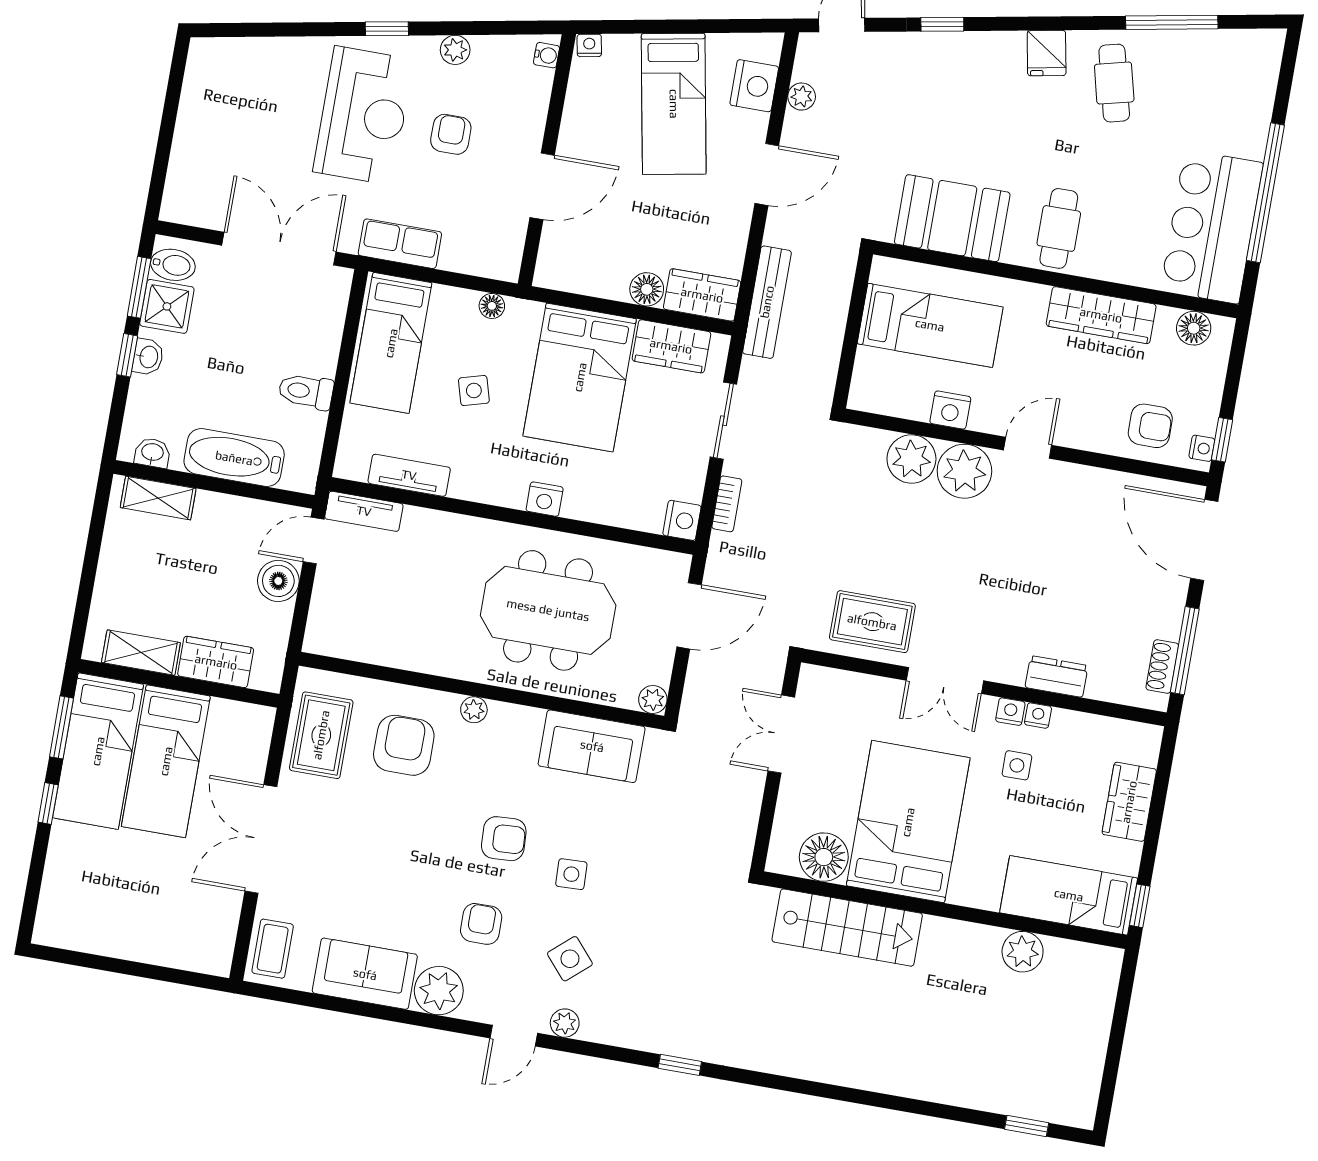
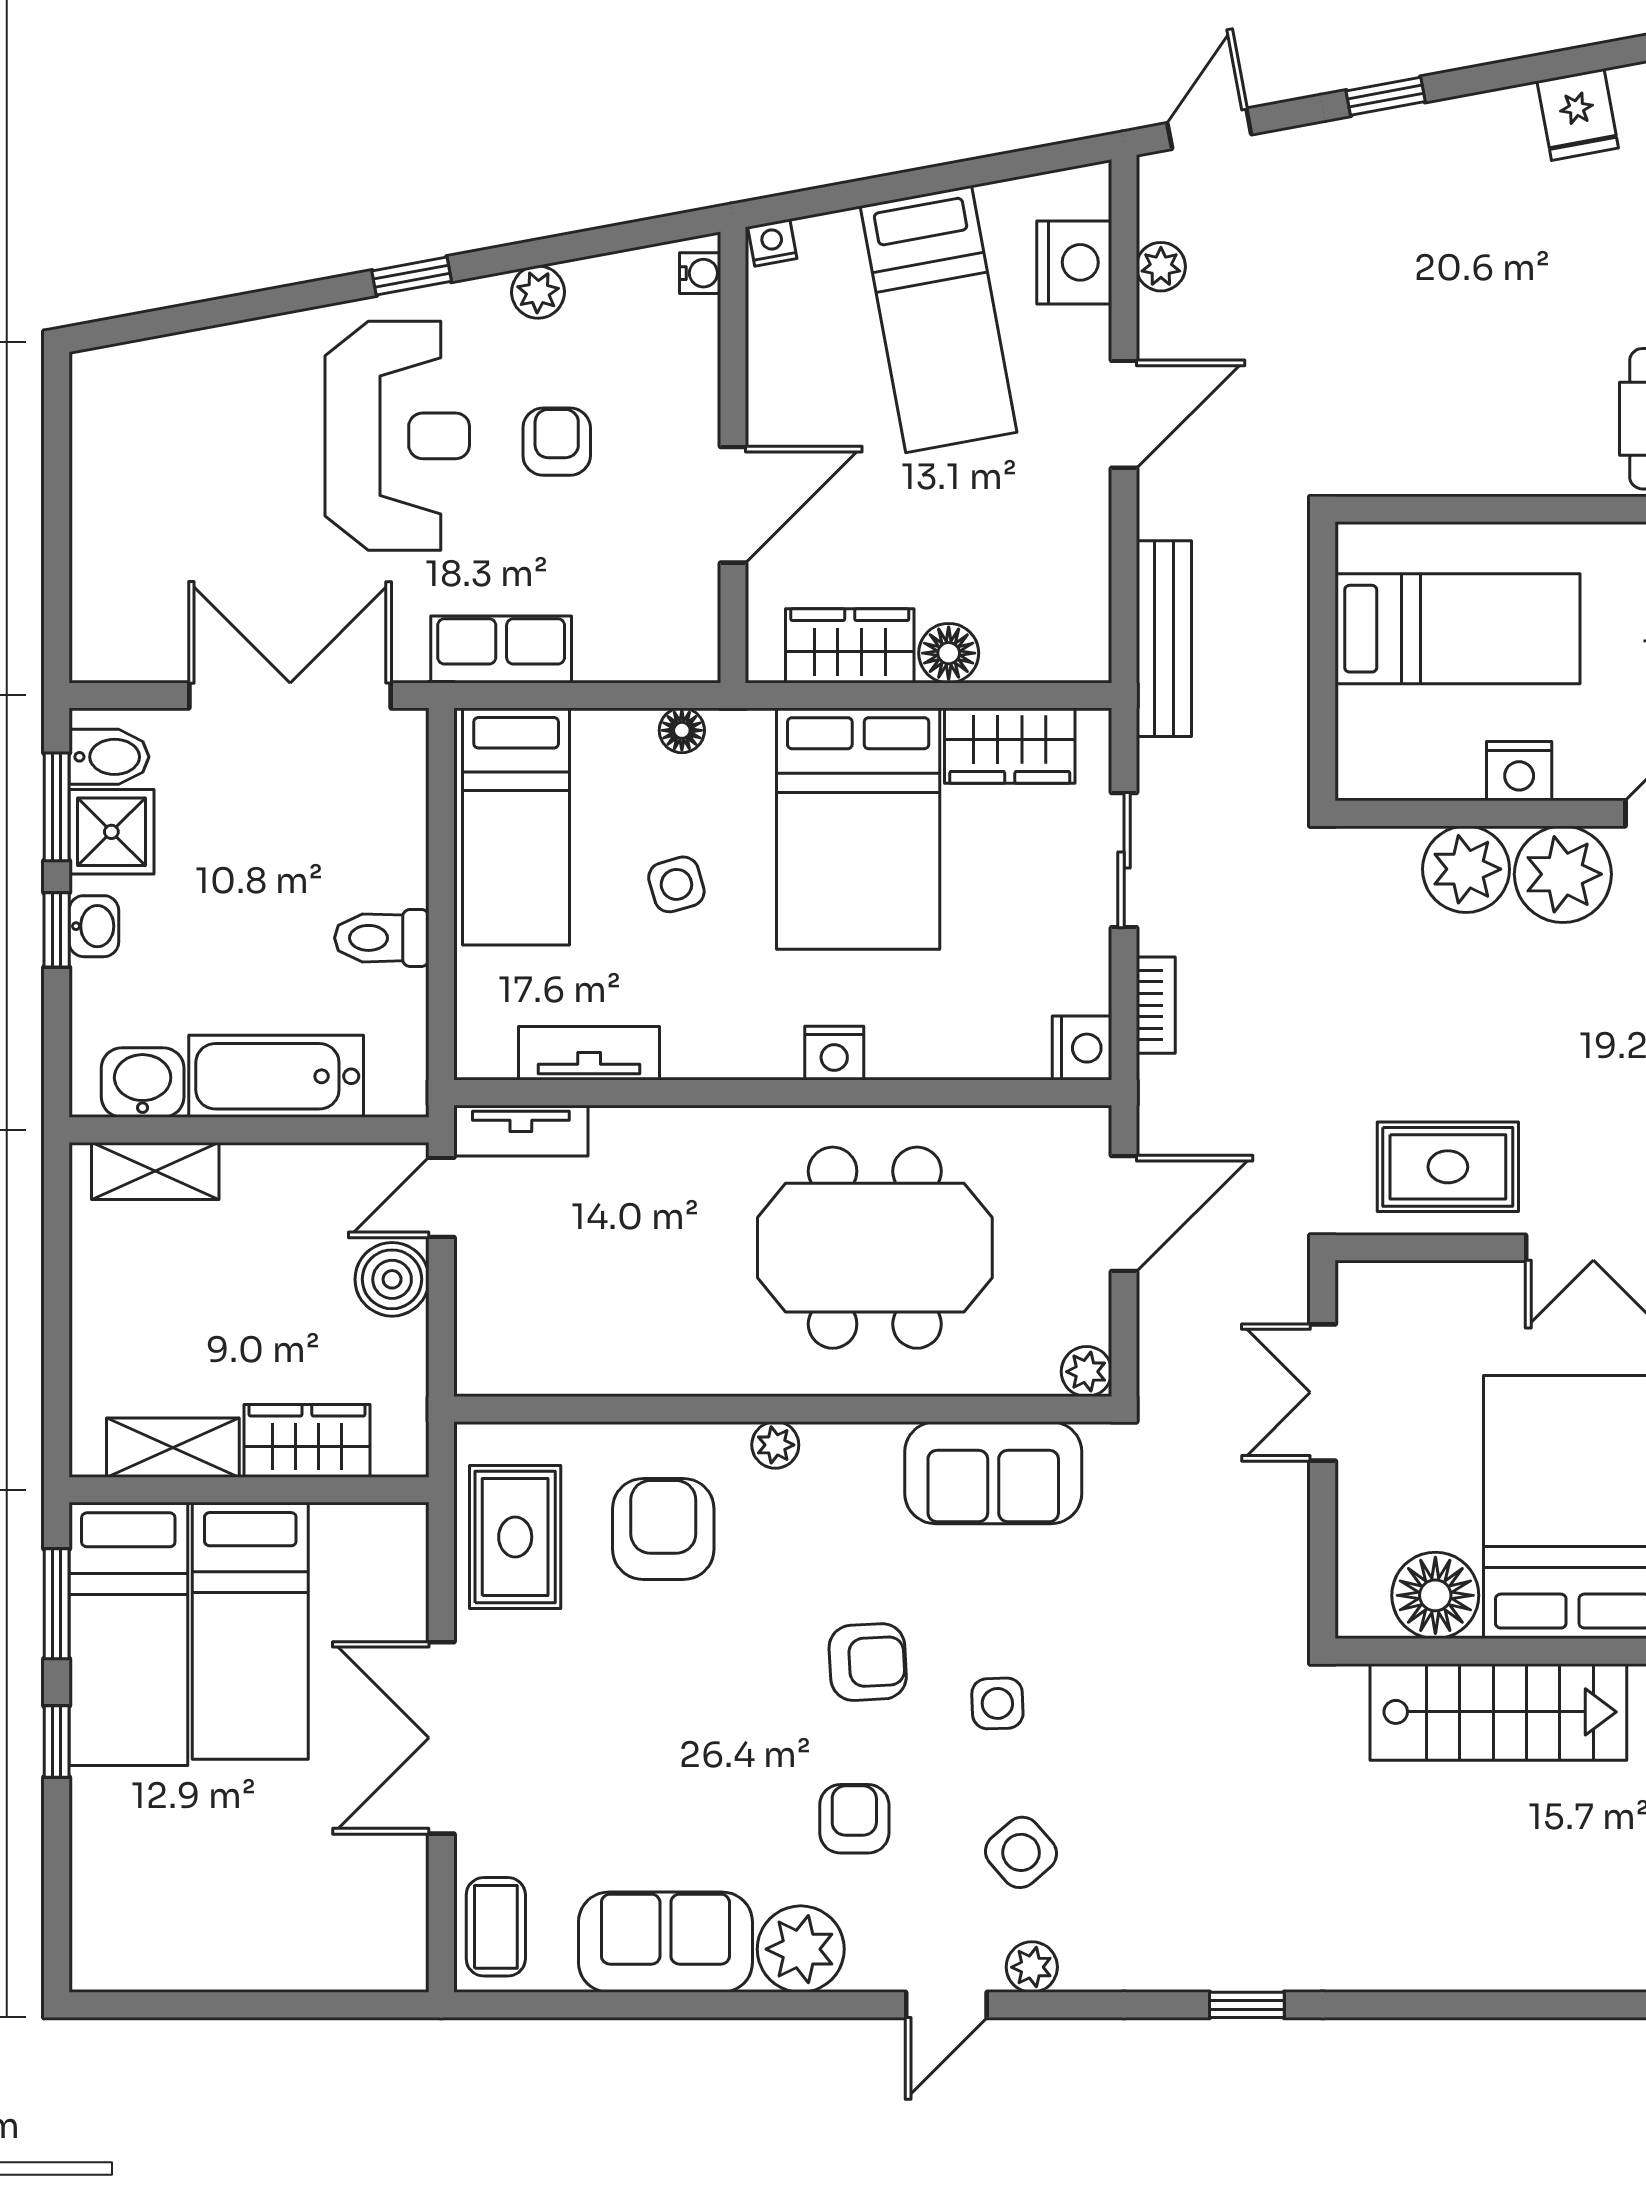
booth: (952, 218) -> (1463, 434), removed
wardrobe: (702, 295) -> (850, 646), moved
washbasin: (152, 453) -> (143, 1082), width x1.38, depth x1.45

